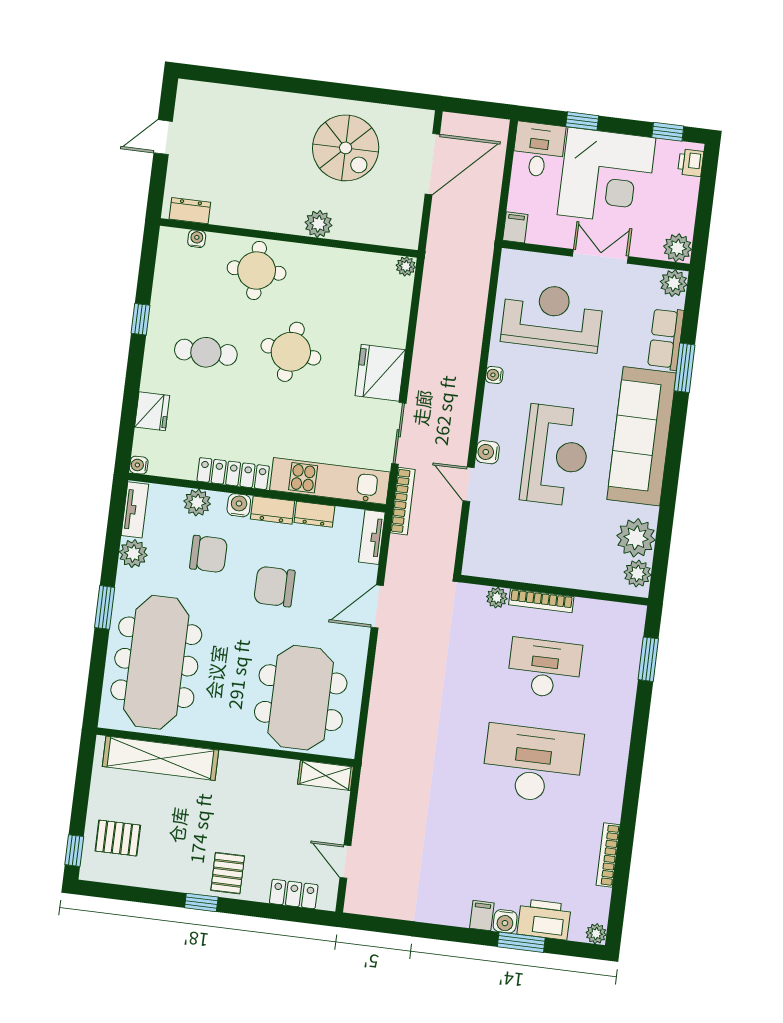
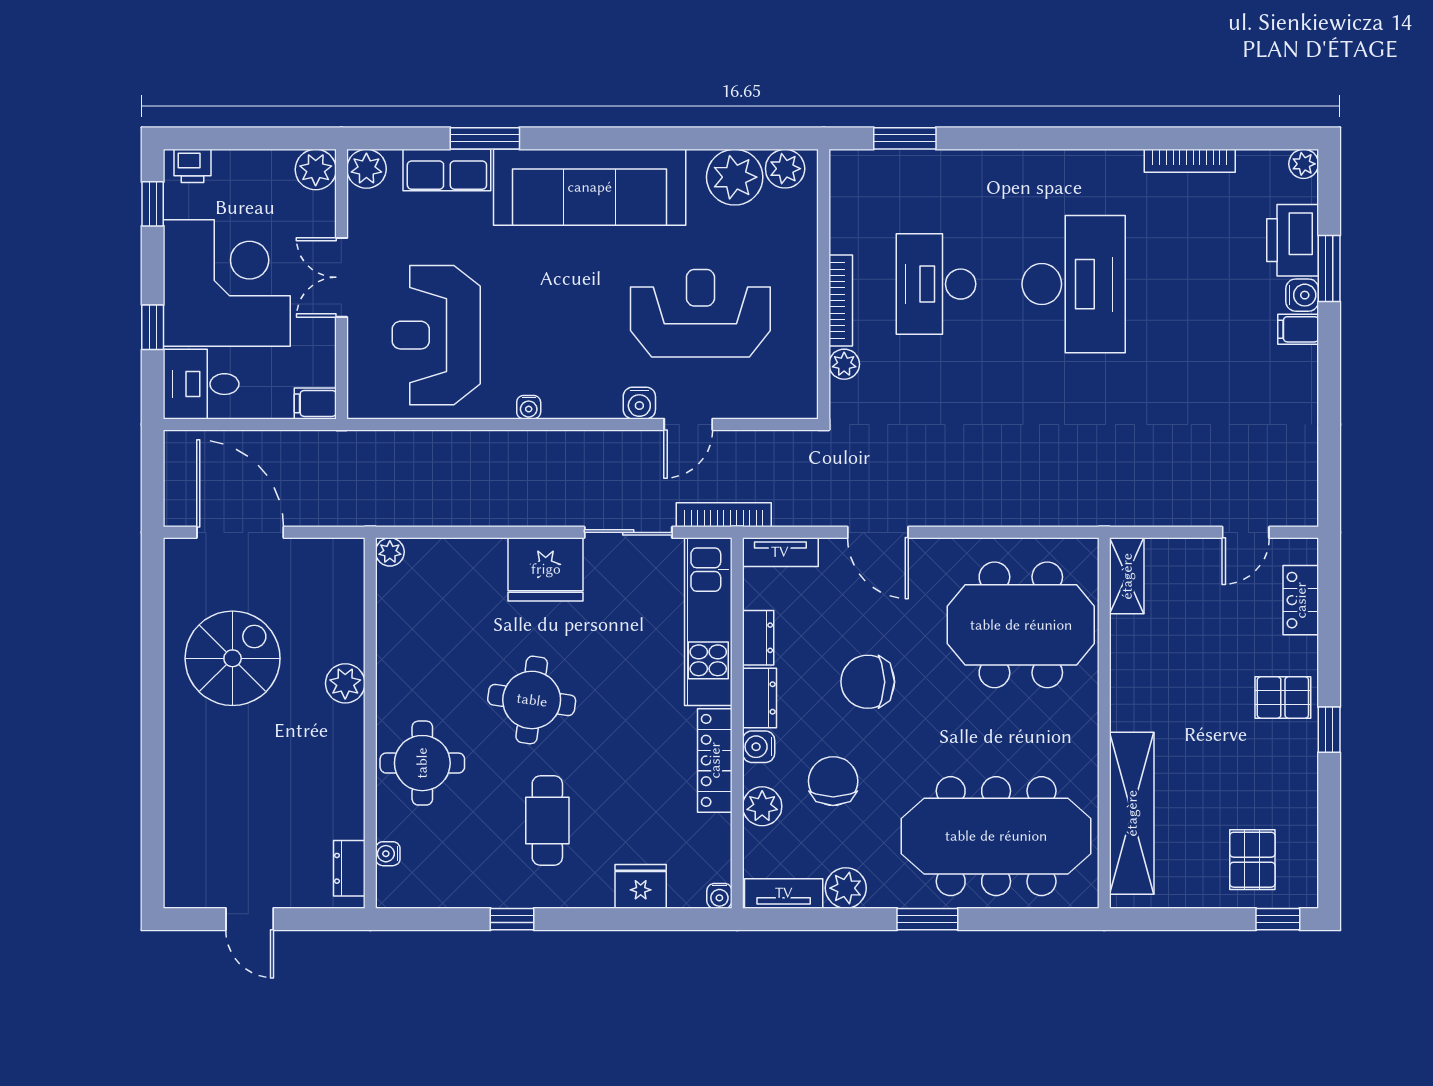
reception desk: (556, 455) -> (700, 313), moved
chair: (274, 587) -> (868, 682), turned 90
desk: (533, 764) -> (1074, 284), turned 180

